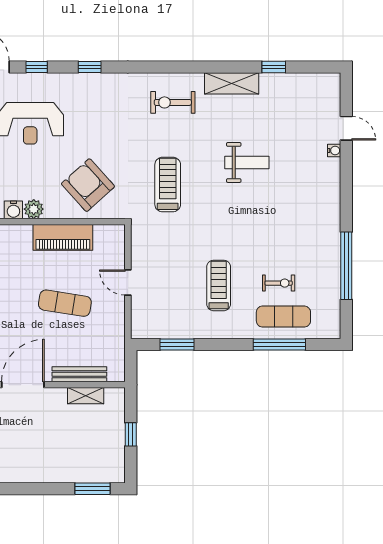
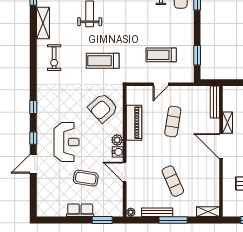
treadmill: (219, 285) -> (161, 55), moved
bench: (79, 374) -> (215, 102), moved
shelving: (86, 396) -> (227, 123), moved

